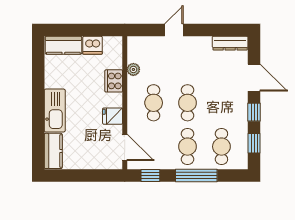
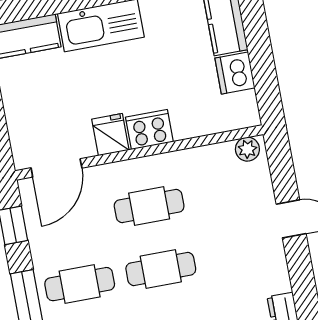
plant: (133, 69) -> (247, 149), moved
cooker: (114, 81) -> (149, 130), moved

